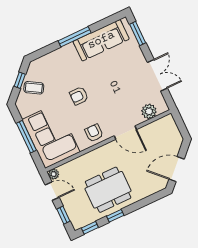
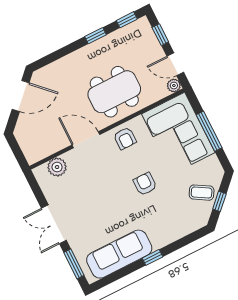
window: (75, 37) -> (152, 257), width x0.46
double door: (157, 75) -> (54, 224), moved
armchair: (79, 96) -> (145, 184), turned -90
dining table: (108, 190) -> (114, 92), moved

